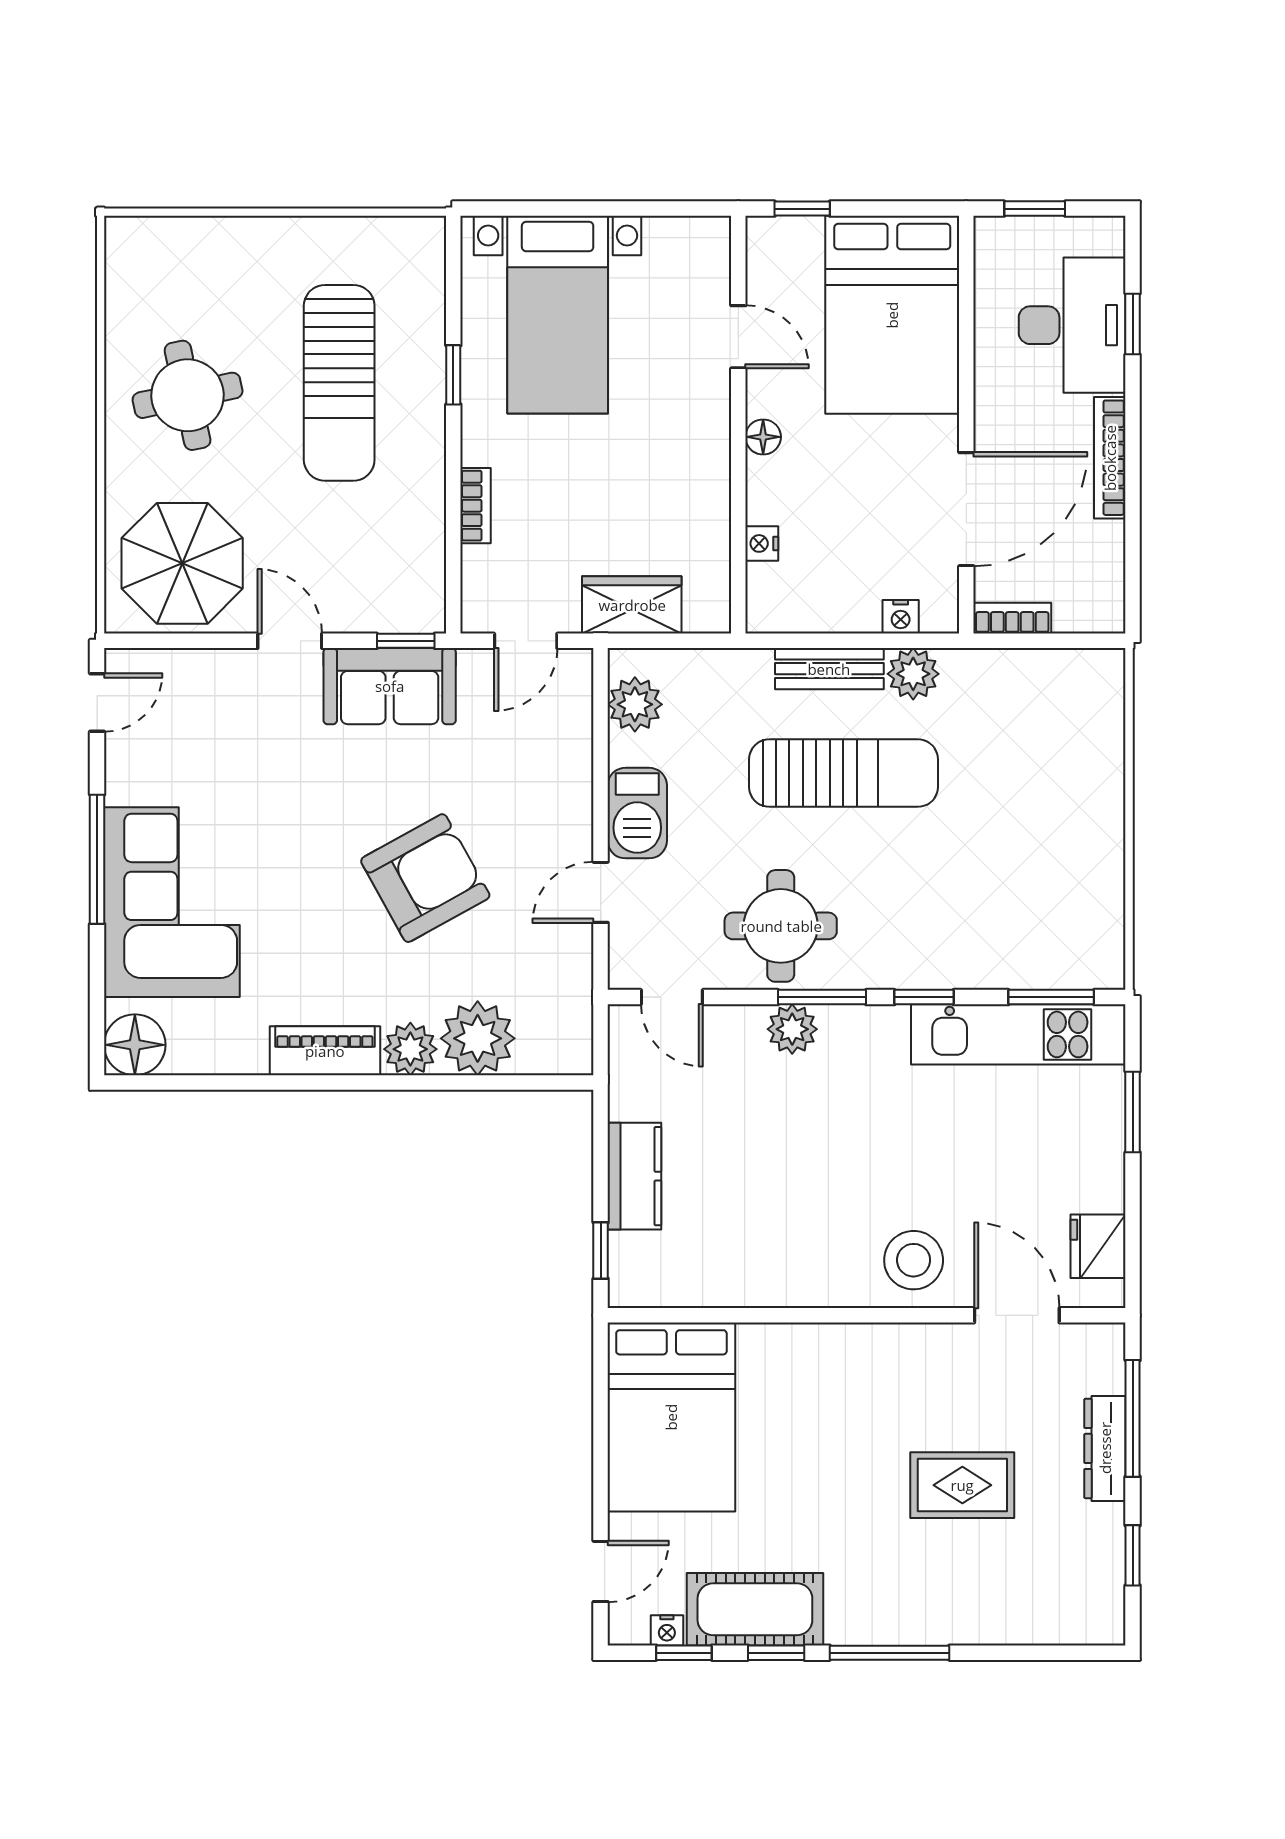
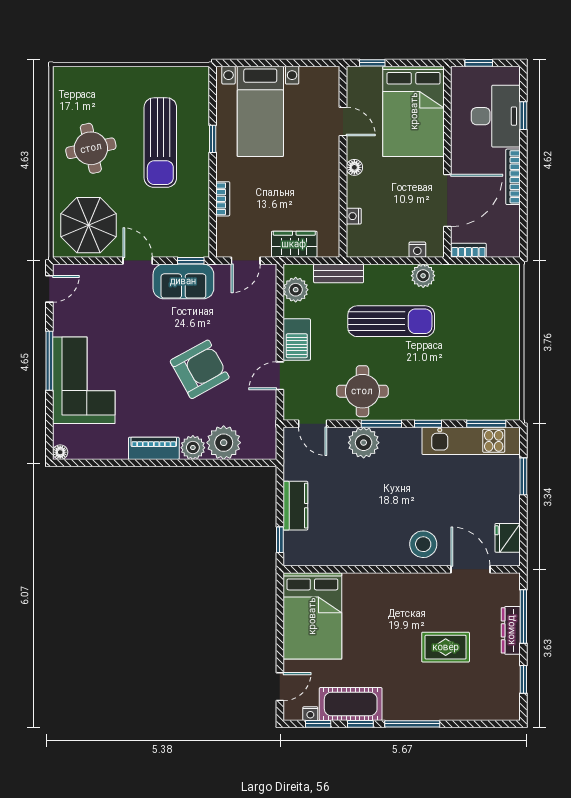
bench: (829, 669) -> (339, 273), moved
plant: (792, 1029) -> (364, 443), width x1.36, depth x1.36
floor lamp: (135, 1045) -> (60, 452), width x0.53, depth x0.53

